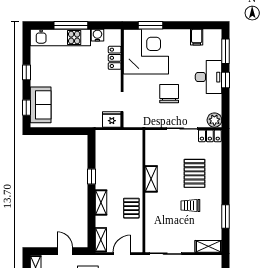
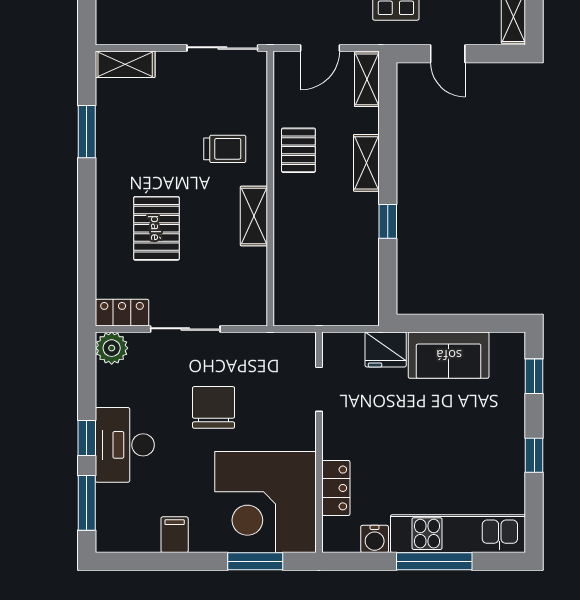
filing cabinet: (197, 37) -> (175, 535), moved
chair: (169, 94) -> (214, 407), turned 180
sofa: (41, 105) -> (449, 355), moved, turned -90
fridge: (112, 119) -> (386, 349), moved
trolley: (190, 206) -> (225, 149), moved

